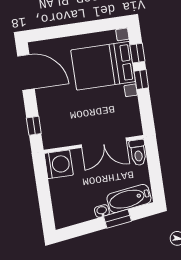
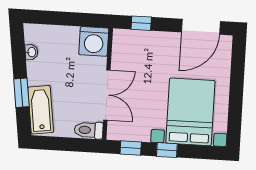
window: (137, 53) -> (131, 148), moved
double door: (104, 143) -> (107, 95), swing flipped
washbasin: (102, 211) -> (31, 52), moved

